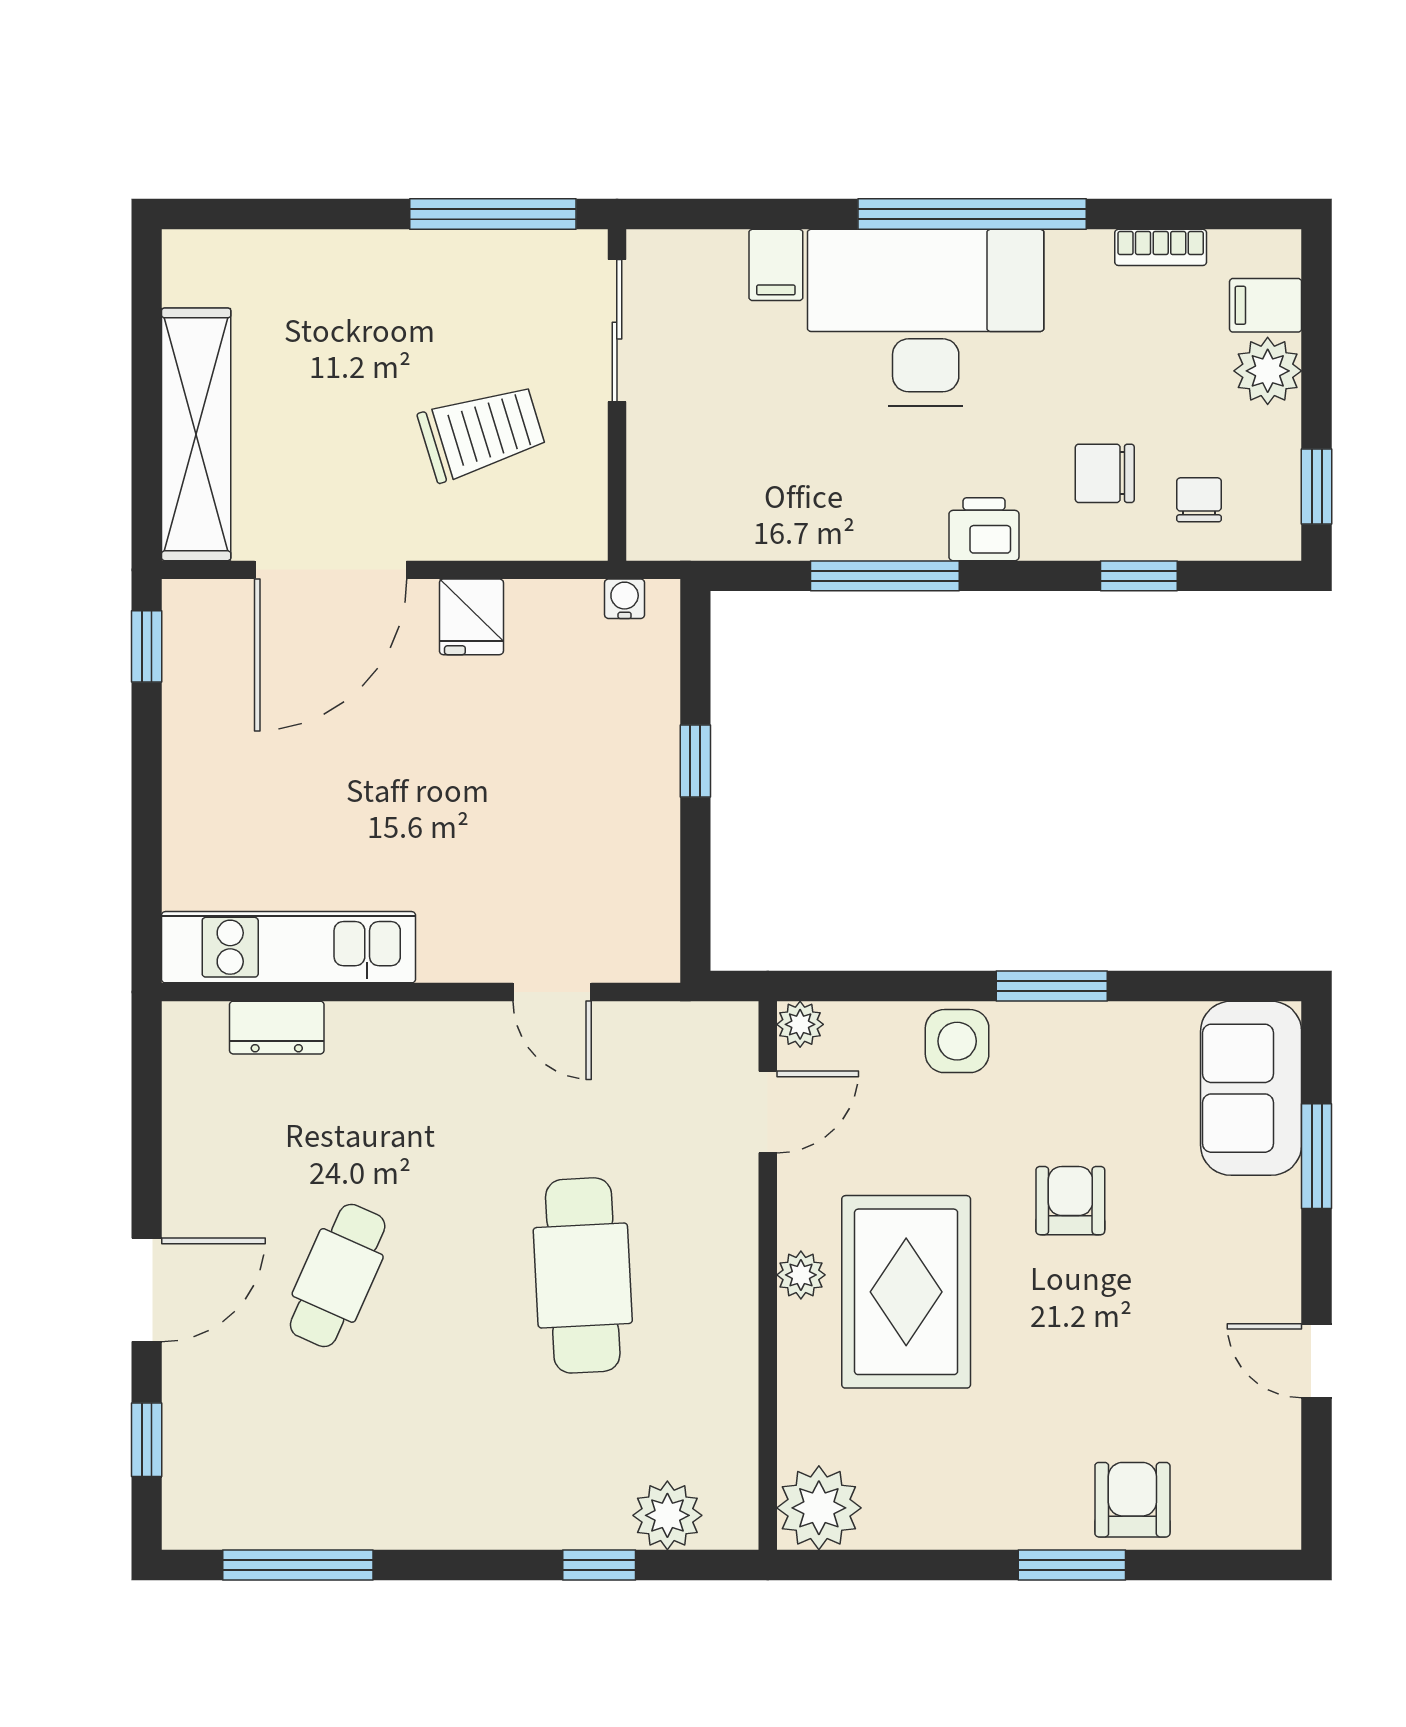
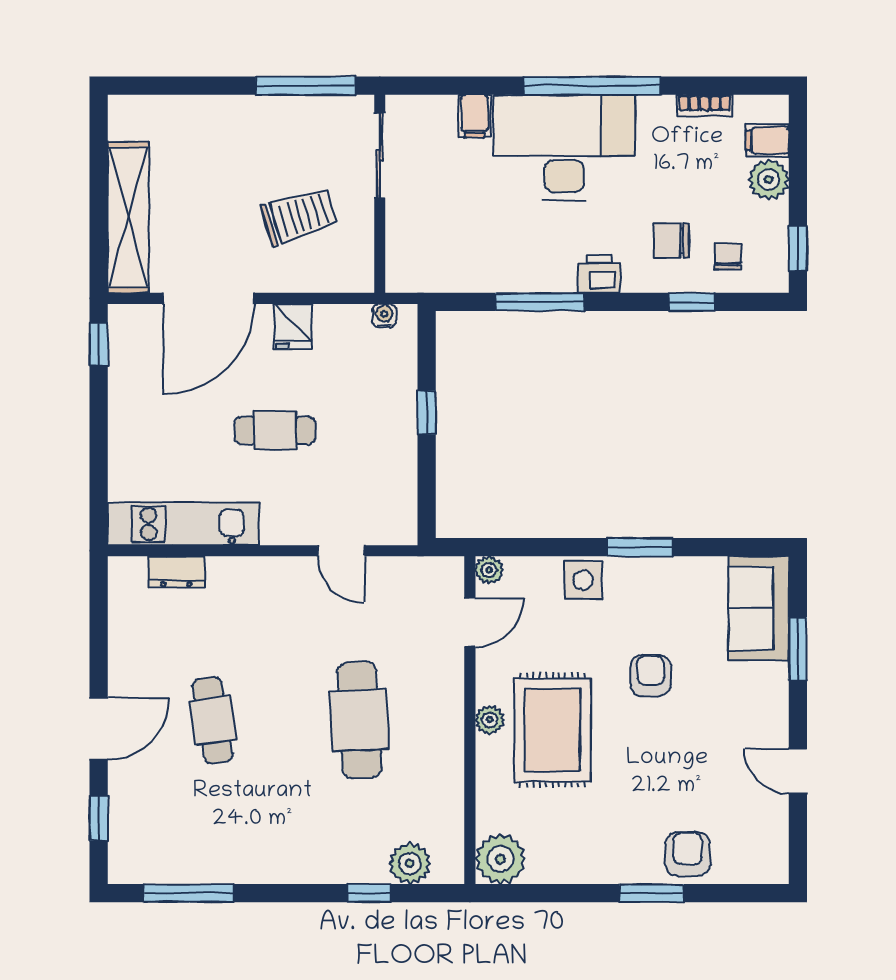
cafe table: (442, 791) -> (275, 430), added
cafe table: (338, 1275) -> (213, 720), turned -33

